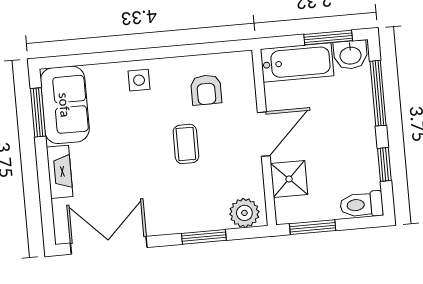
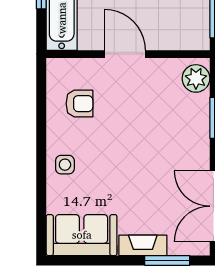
window: (38, 112) -> (167, 260), moved
coffee table: (186, 144) -> (128, 127), removed
shower: (289, 179) -> (168, 34), removed

